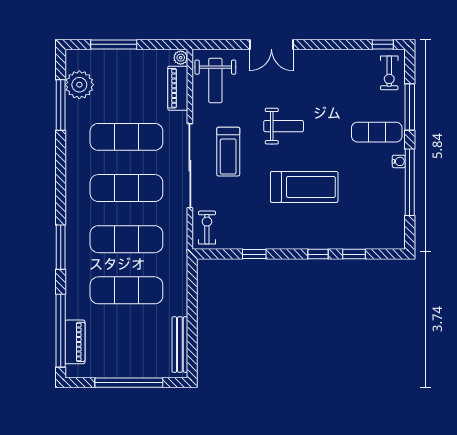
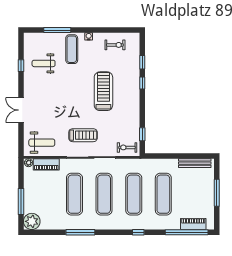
double door: (271, 44) -> (21, 110), swing flipped
window: (383, 44) -> (21, 66), moved
exercise bike: (389, 73) -> (115, 45), moved
plant: (79, 85) -> (32, 221), moved
window: (61, 105) -> (80, 232), moved
weight bench: (284, 126) -> (44, 63), moved, turned -90
window: (410, 182) -> (101, 30), removed
window: (61, 247) -> (138, 232), width x0.46
window: (254, 254) -> (142, 134), moved
window: (129, 383) -> (217, 193), width x0.68

